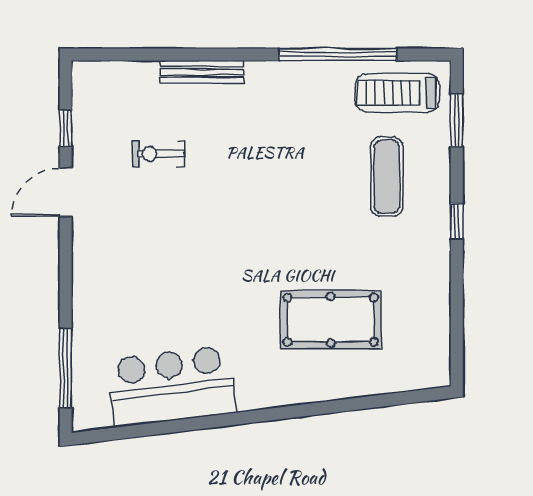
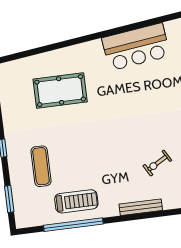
treadmill: (397, 93) -> (76, 201), moved
exercise bike: (159, 154) -> (157, 163), turned 150

